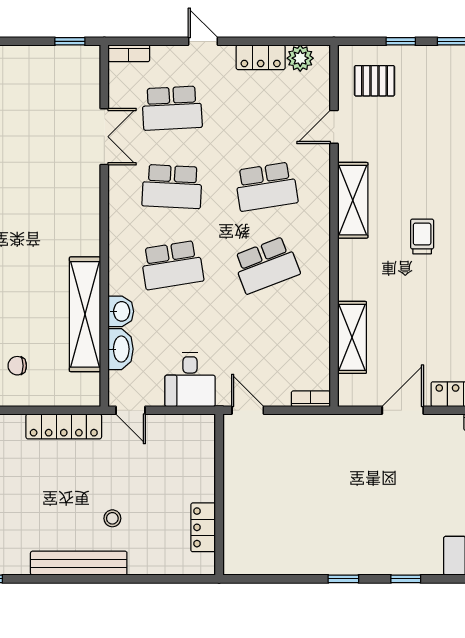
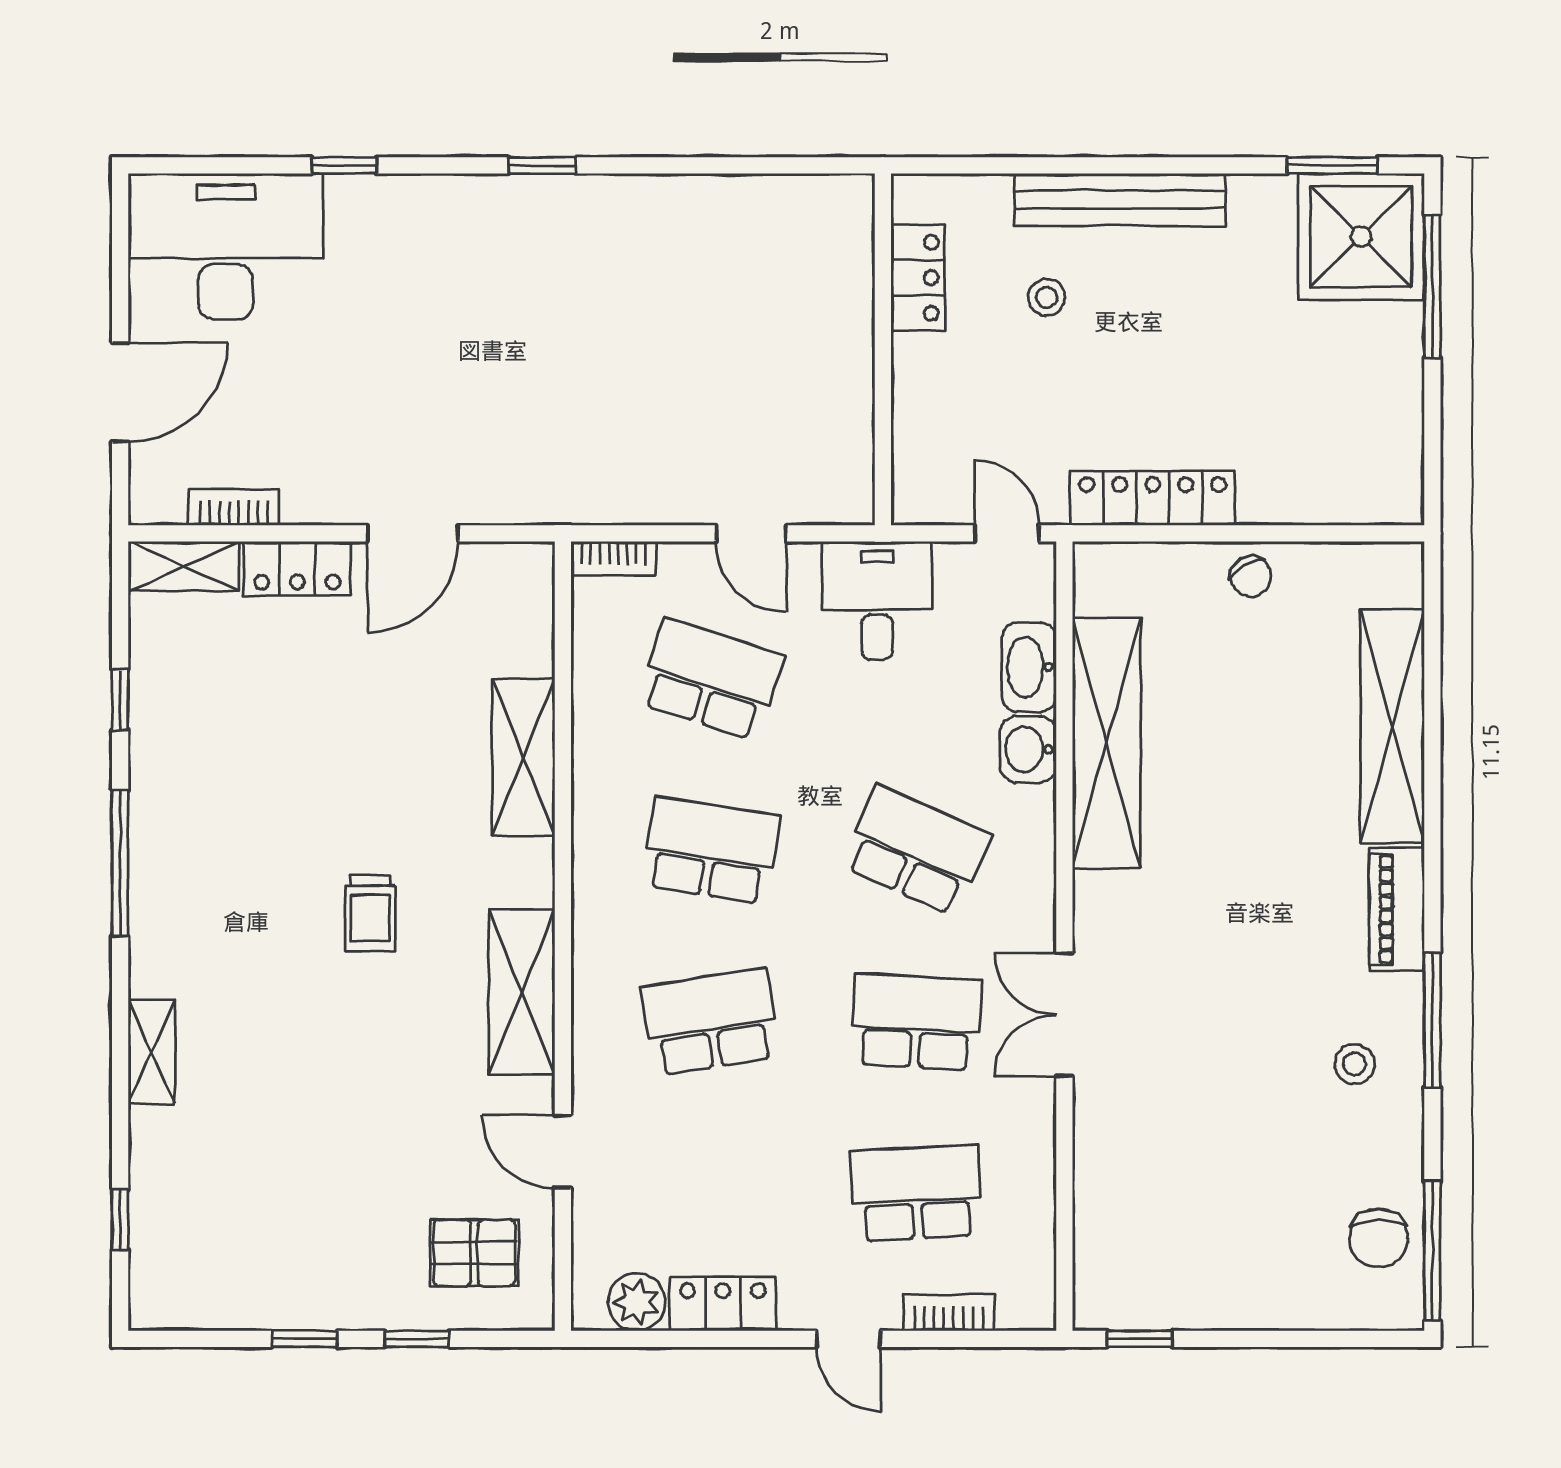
bookcase: (129, 53) -> (949, 1313), moved
door: (334, 127) -> (563, 1152), swing flipped
double door: (104, 137) -> (1064, 1015), moved
school desk: (172, 265) -> (916, 851), turned 33
school desk: (266, 265) -> (711, 851), turned 30
shelving: (352, 337) -> (523, 757), moved
school desk: (266, 343) -> (711, 679), added
chair: (17, 366) -> (1251, 576), moved, turned 59
wall: (219, 495) -> (883, 349), moved
locker: (203, 527) -> (918, 278), moved
window: (406, 579) -> (344, 165), moved

